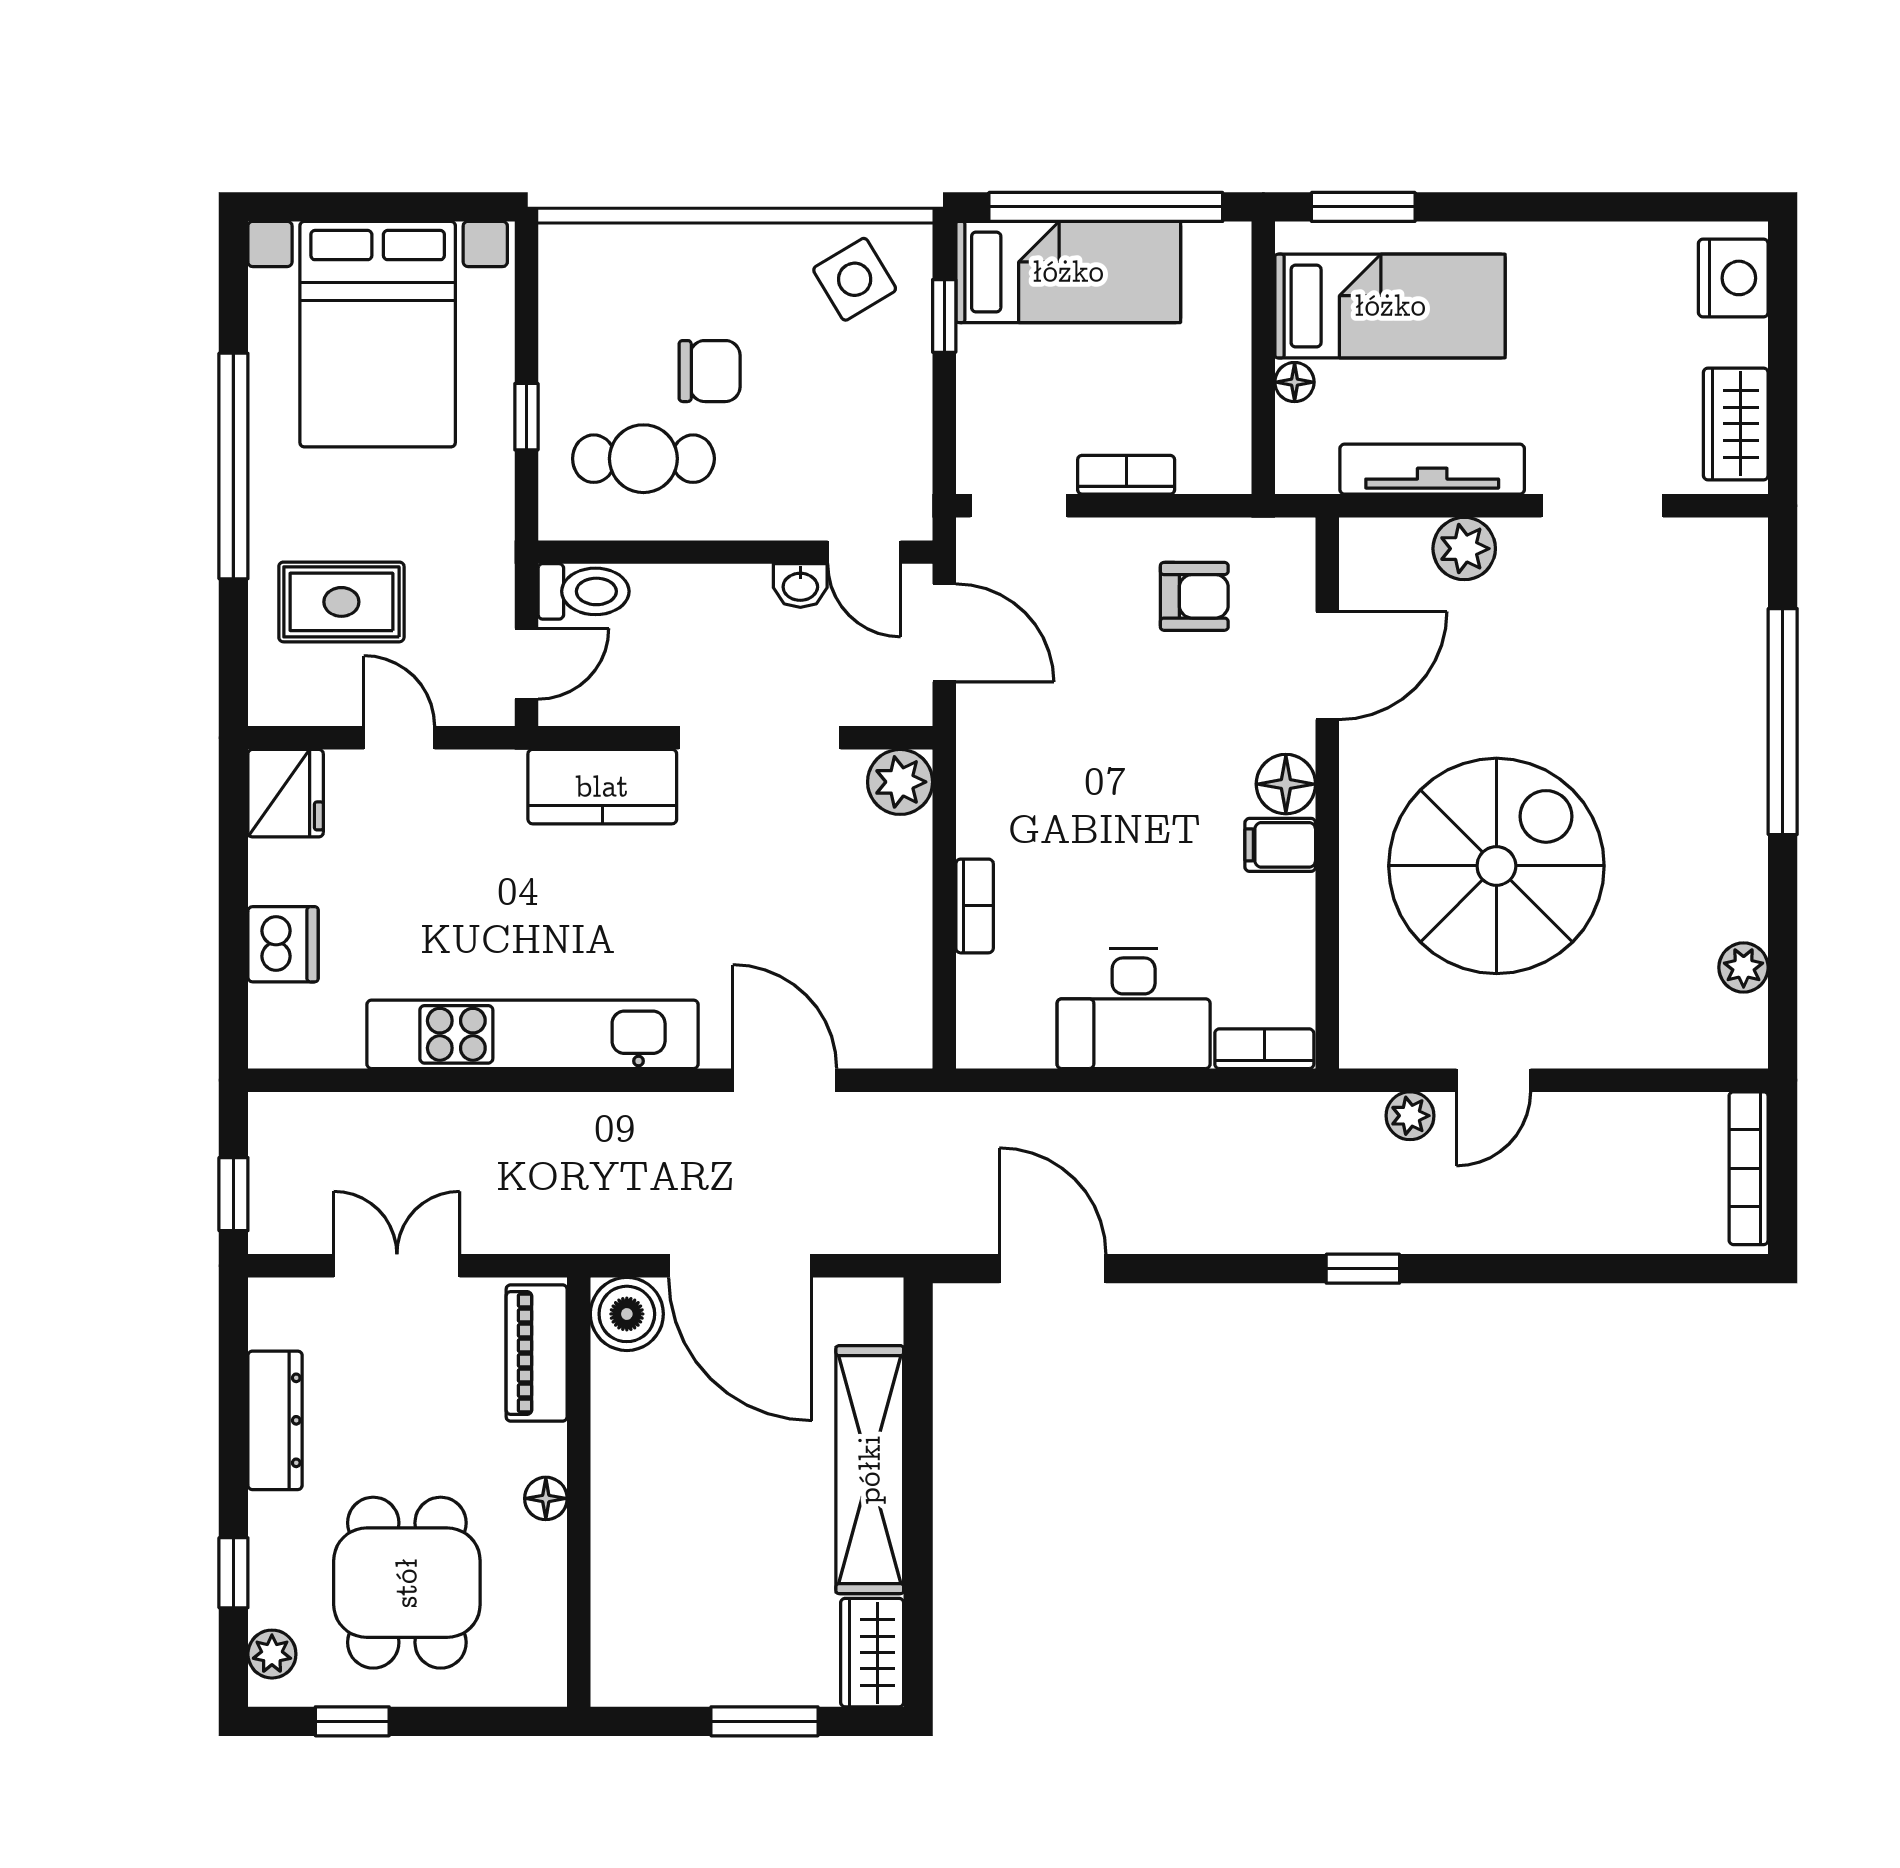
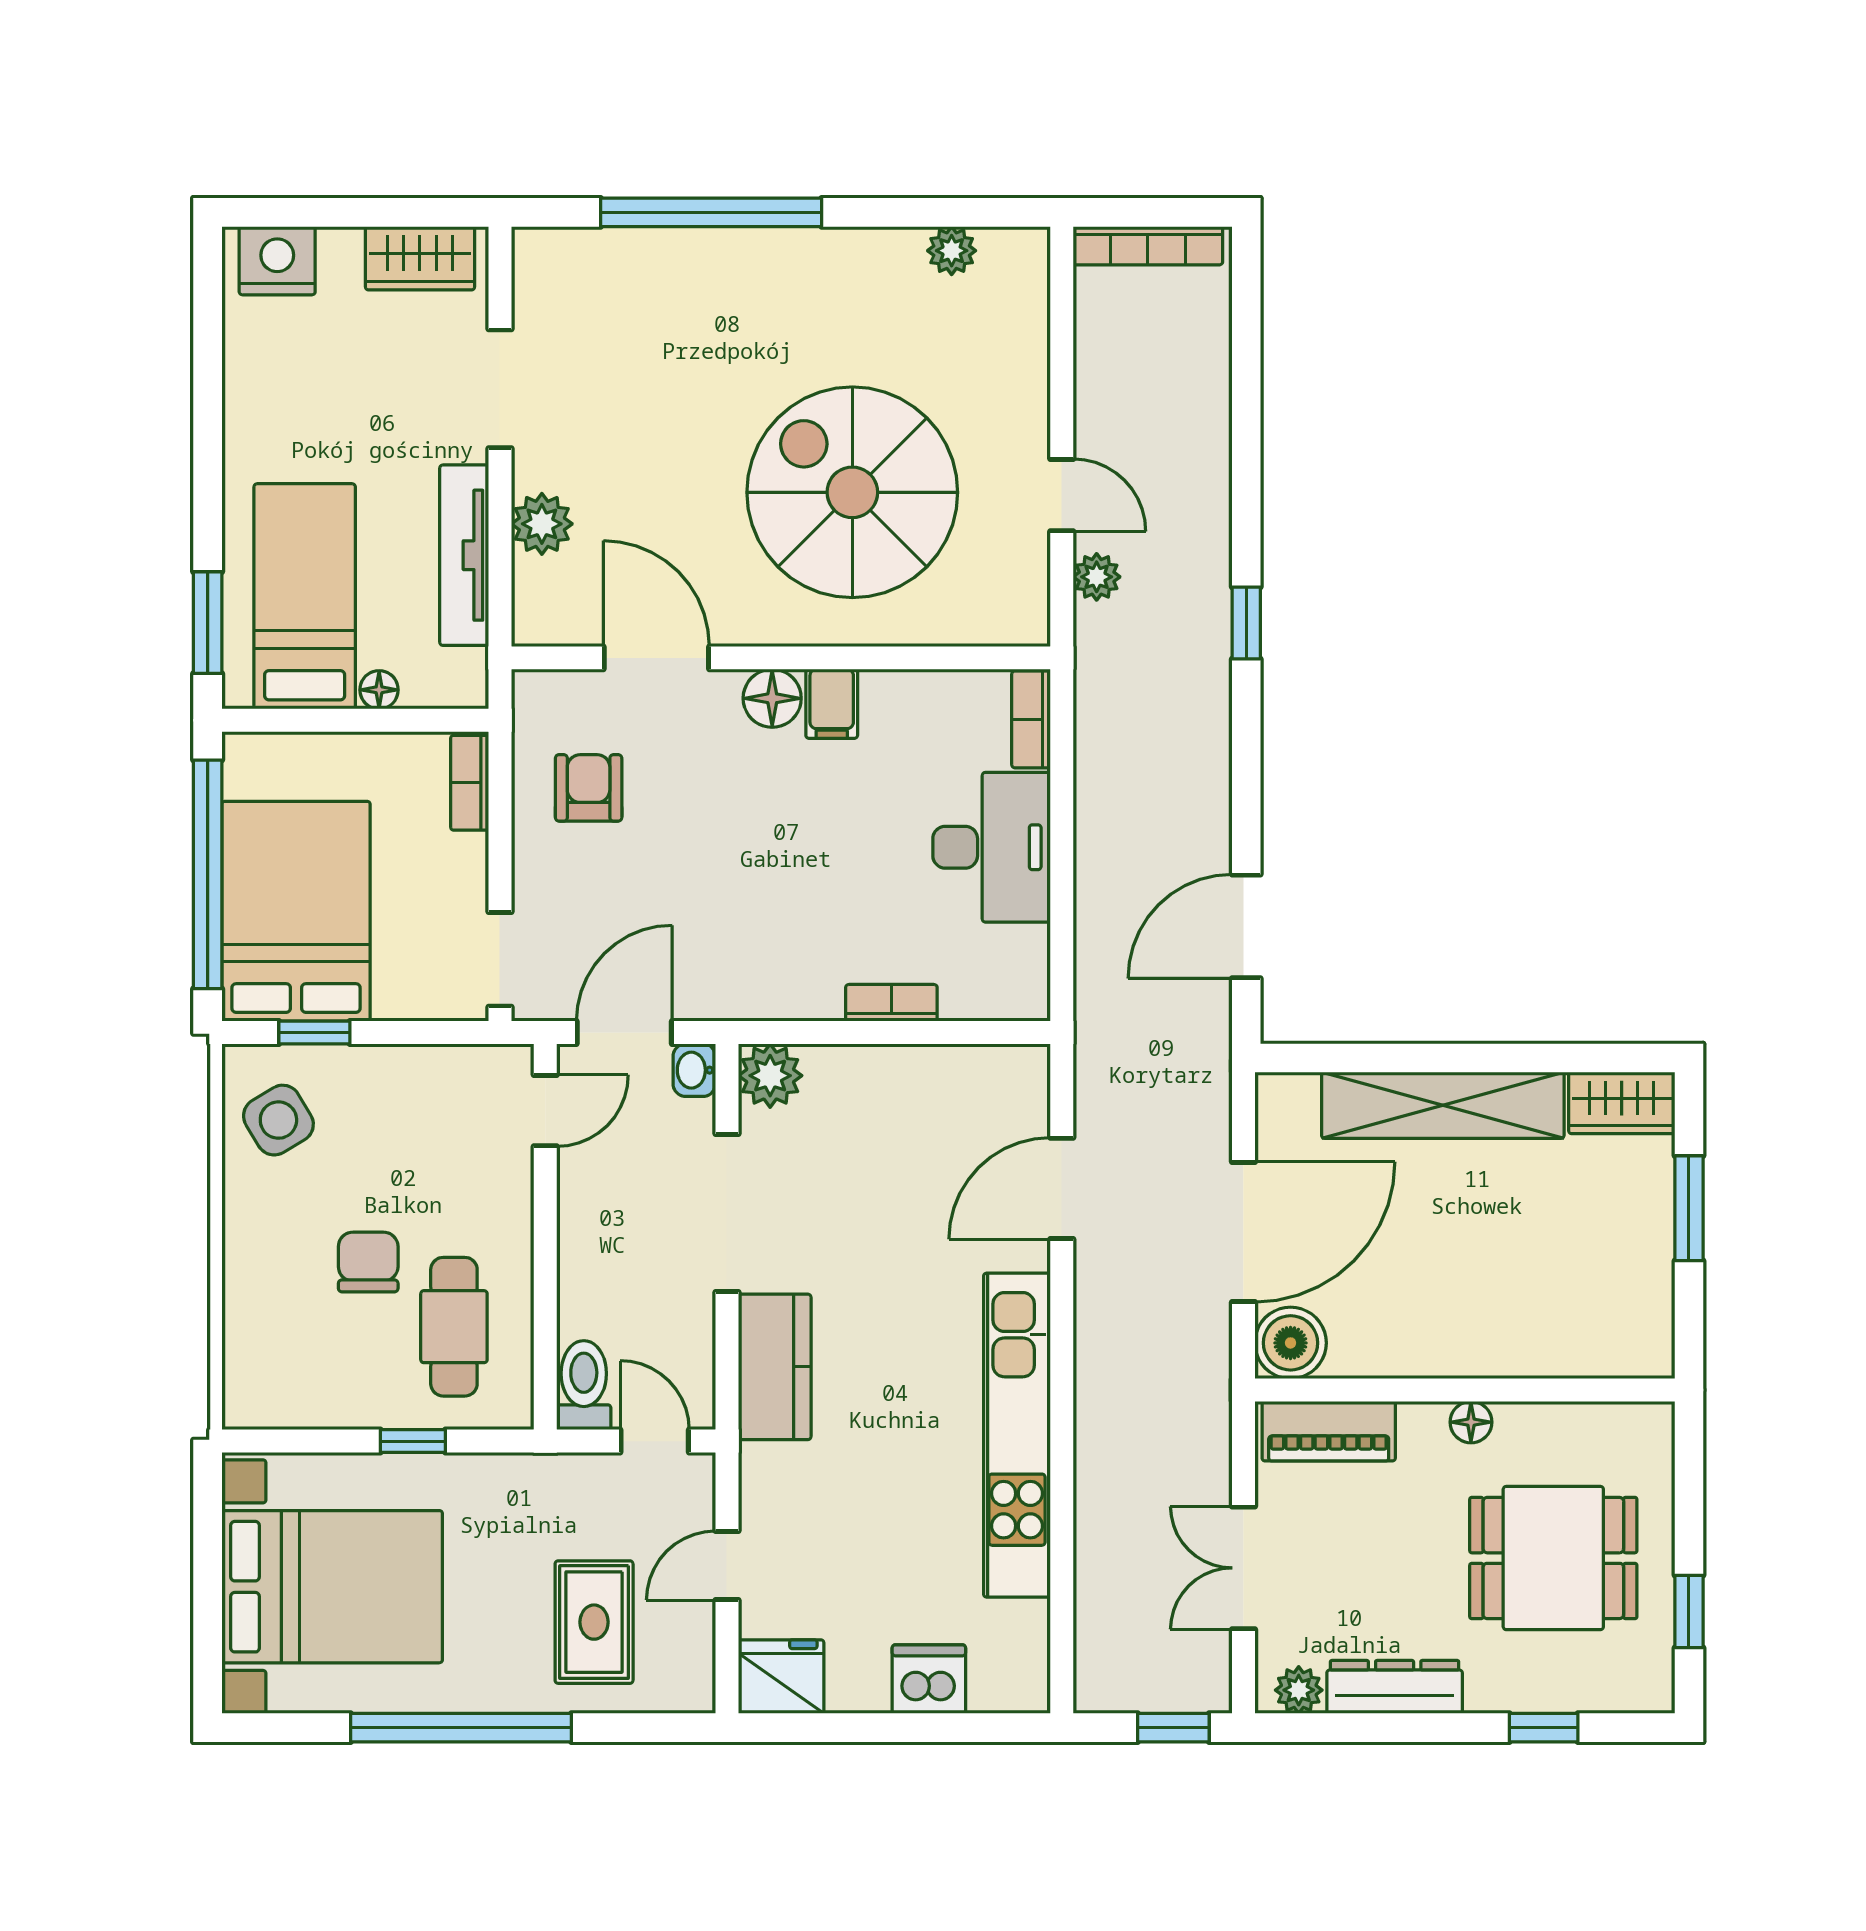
bed: (1068, 272) -> (296, 911), width x1.50
bookcase: (1126, 475) -> (470, 783), moved
washbasin: (800, 586) -> (694, 1070), moved, turned 180
plant: (272, 1654) -> (1299, 1690), moved

